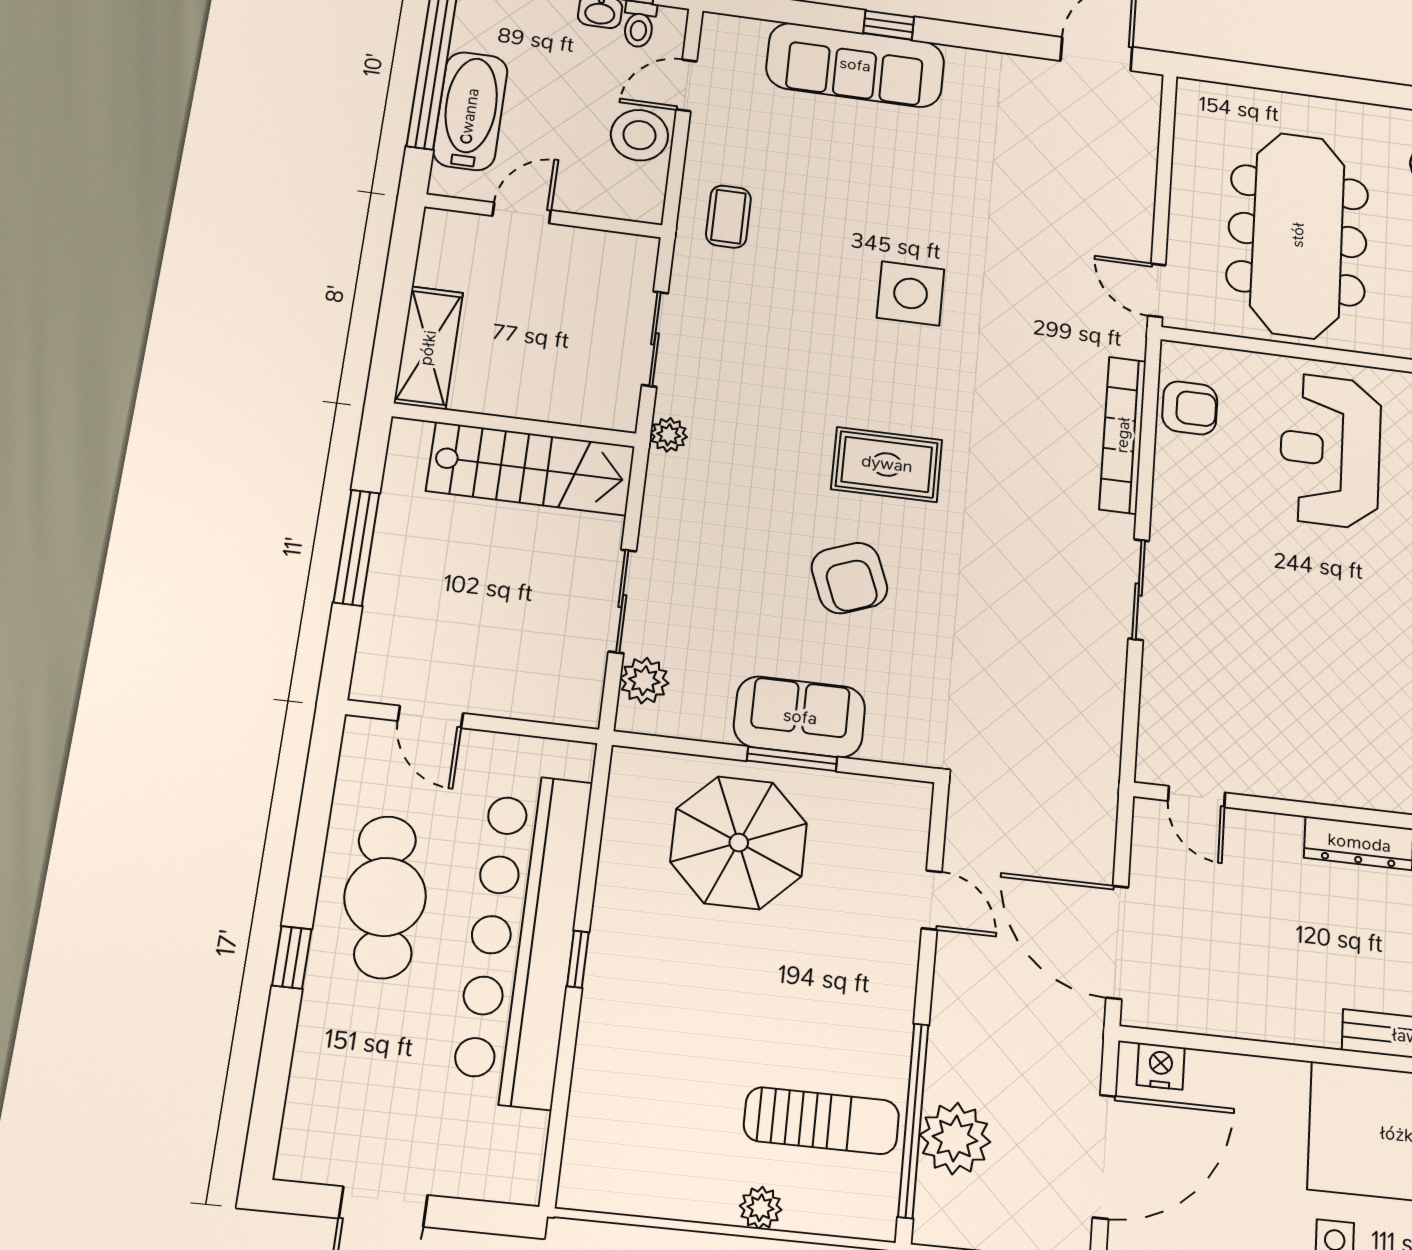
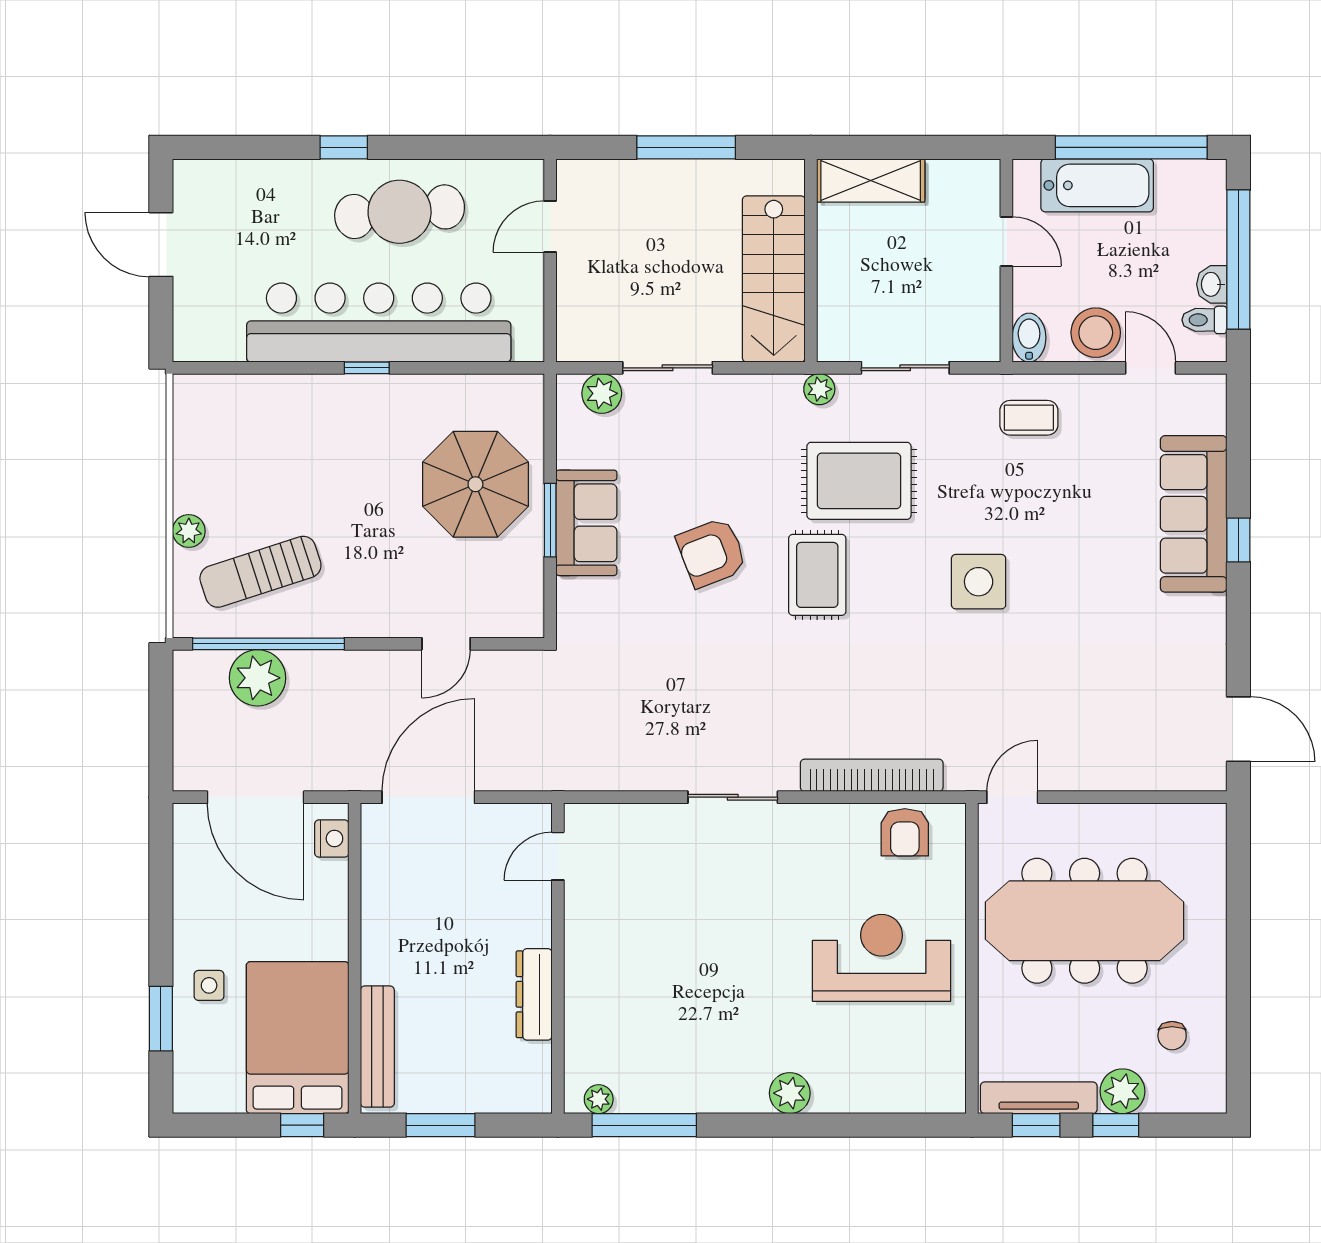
bidet: (636, 204) -> (1029, 338), added
rug: (781, 405) -> (859, 481), added
sun lounger: (822, 1121) -> (260, 572), turned 72

